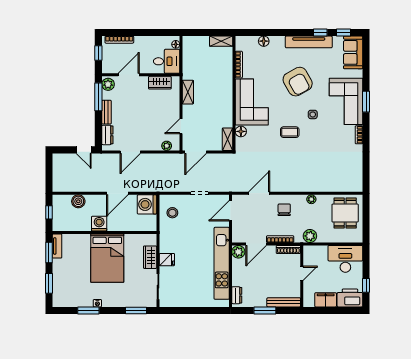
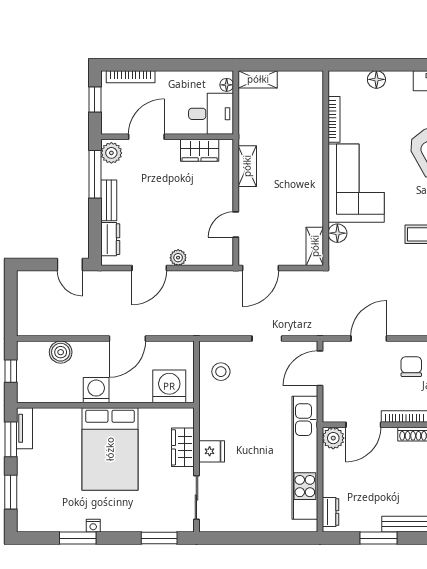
shelving: (221, 41) -> (258, 79), moved
plant: (167, 146) -> (178, 258), moved
washing machine: (147, 204) -> (169, 386), moved, turned 90

